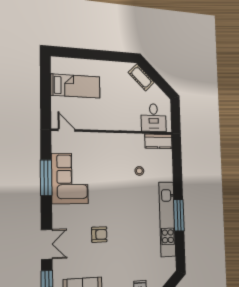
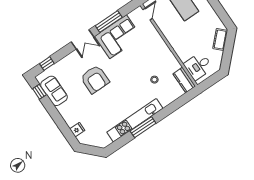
armchair: (99, 235) -> (95, 79), width x1.88, depth x1.88
double door: (47, 244) -> (82, 39), moved

